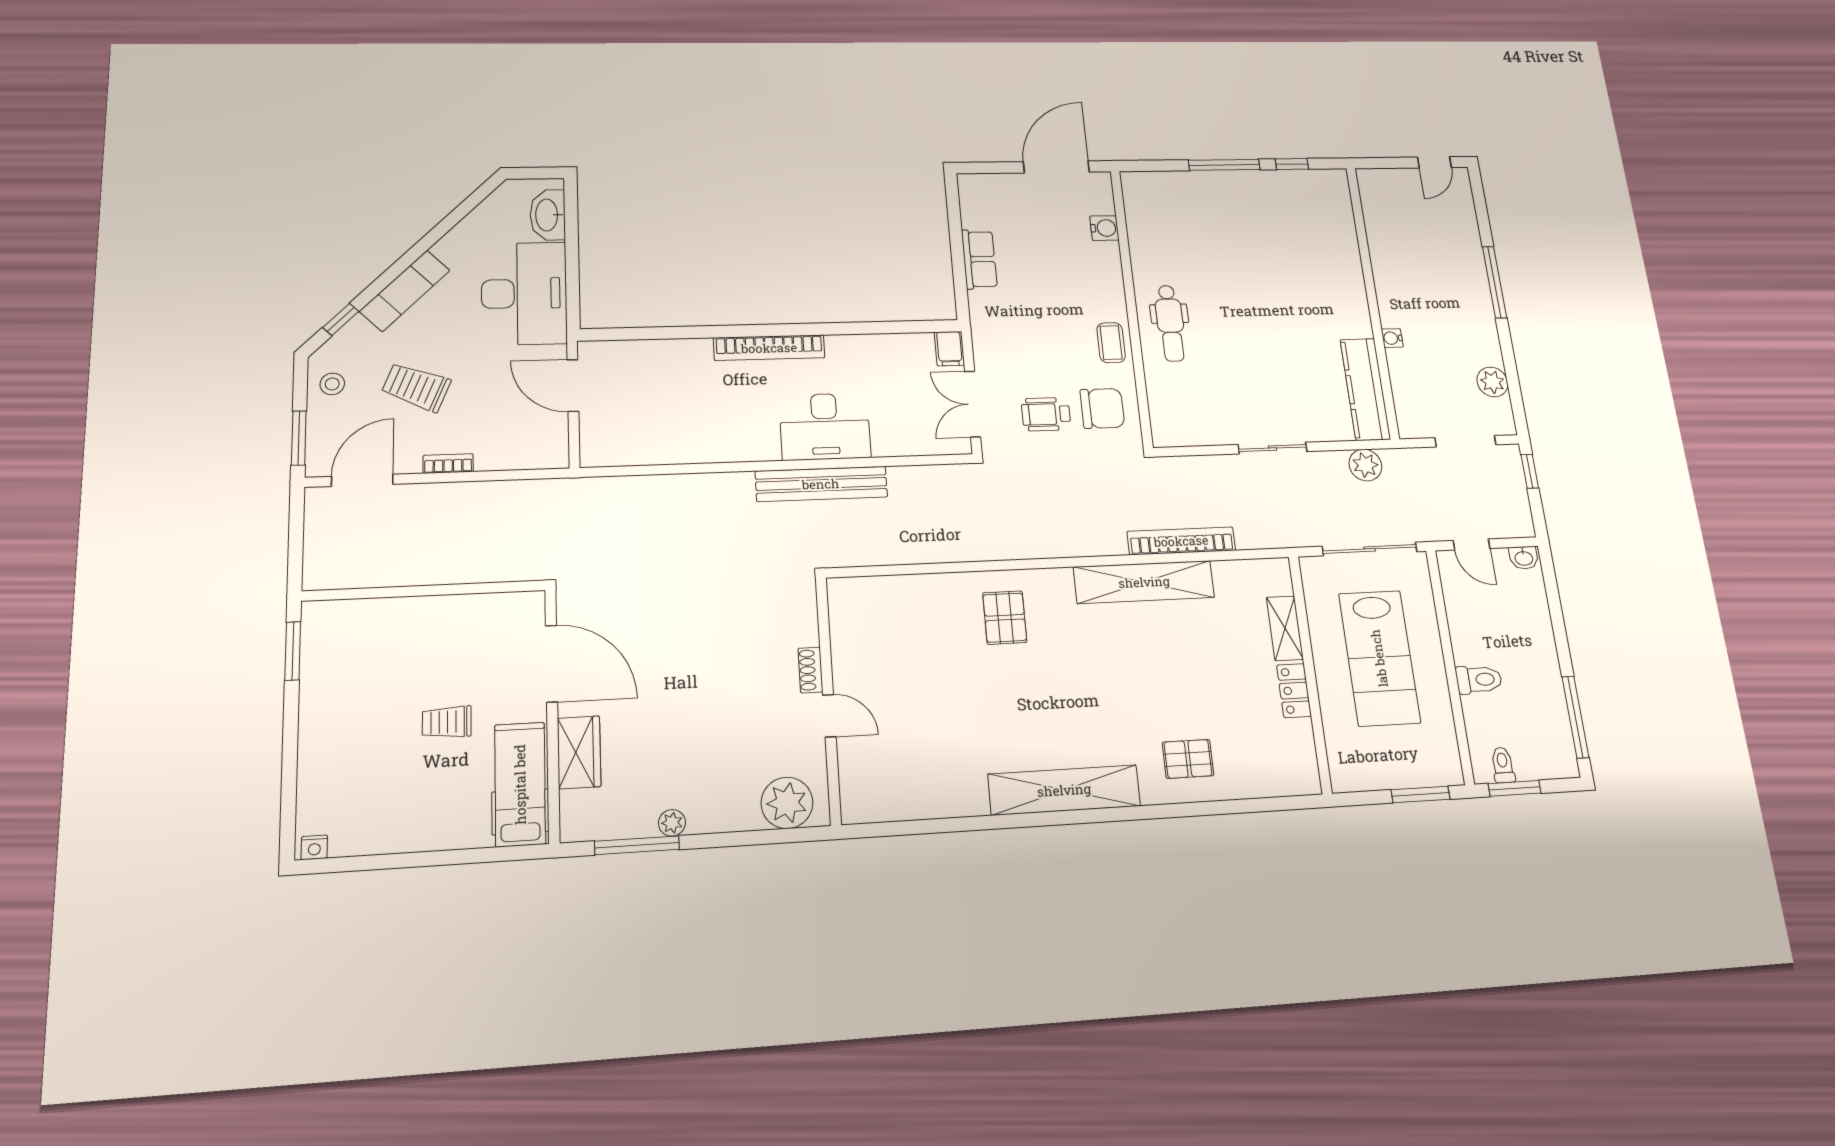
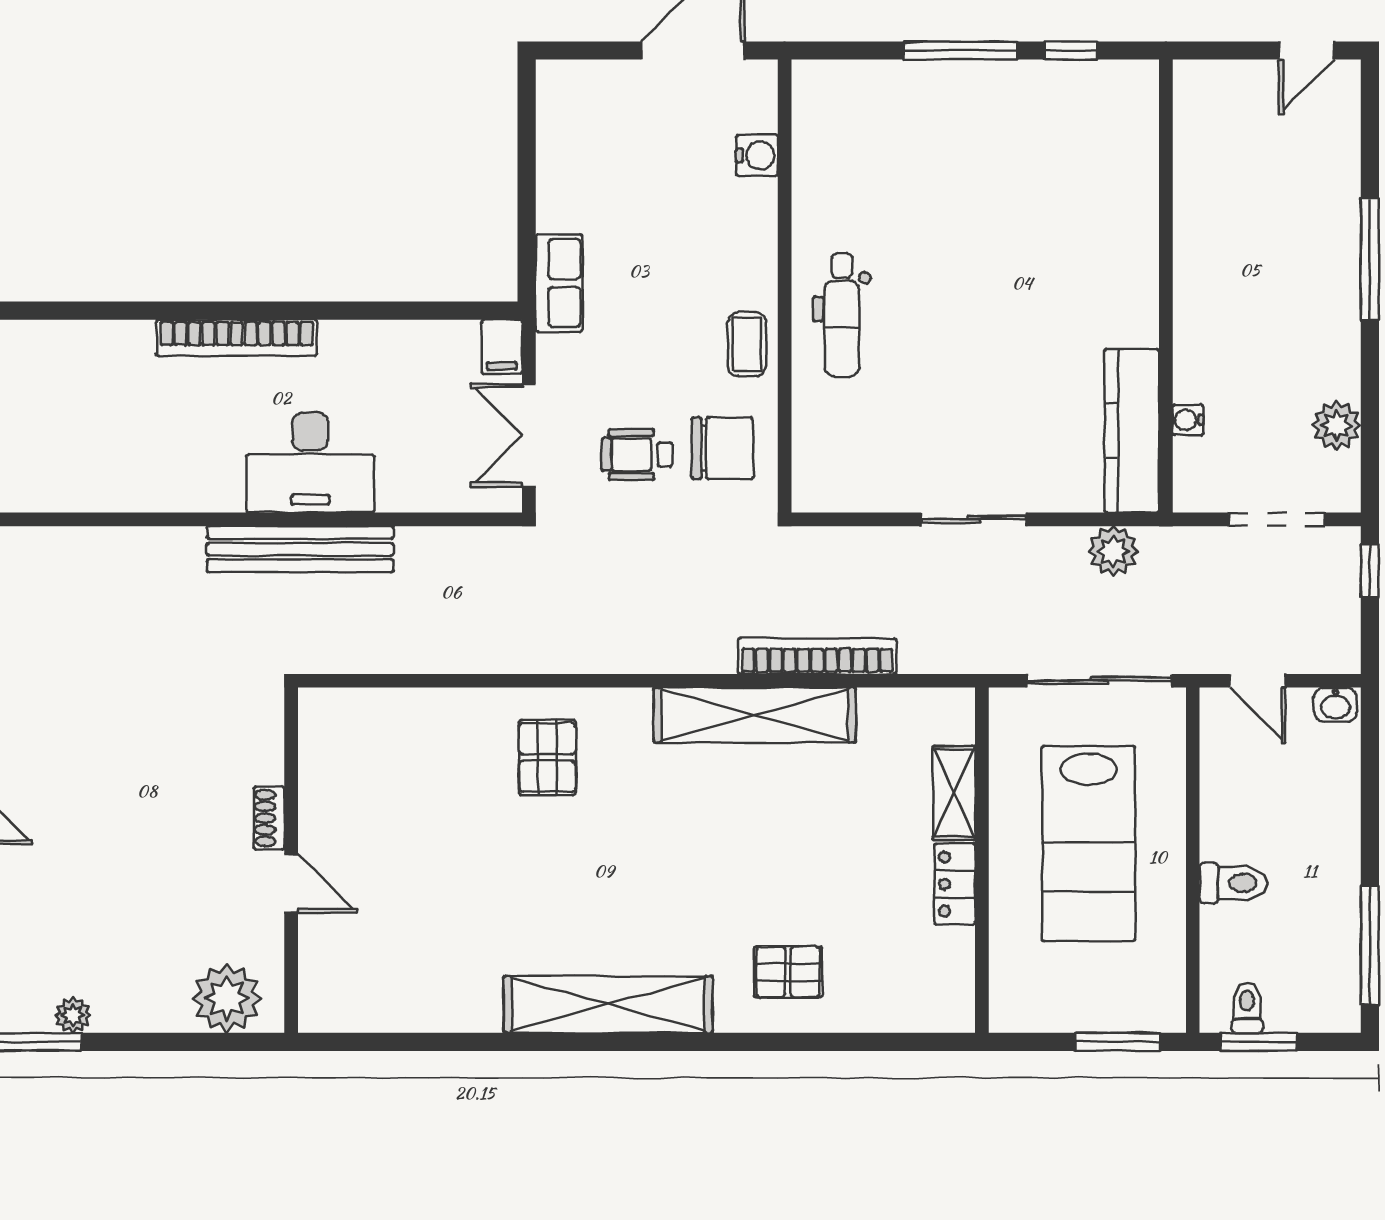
row of seats: (979, 259) -> (559, 283), moved
water cooler: (1392, 338) -> (1188, 420), moved

